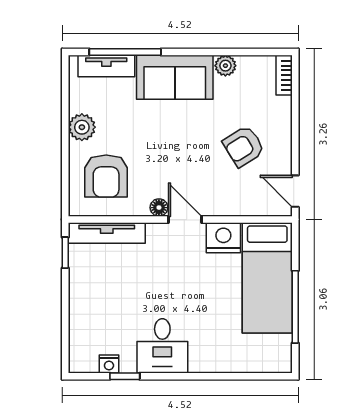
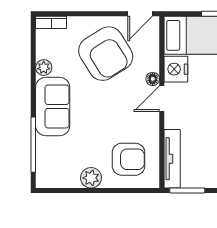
tv unit: (106, 66) -> (44, 159), removed
armchair: (244, 146) -> (106, 54), width x1.88, depth x1.88
floor lamp: (159, 208) -> (153, 79), moved
window: (65, 253) -> (187, 191), width x1.50

